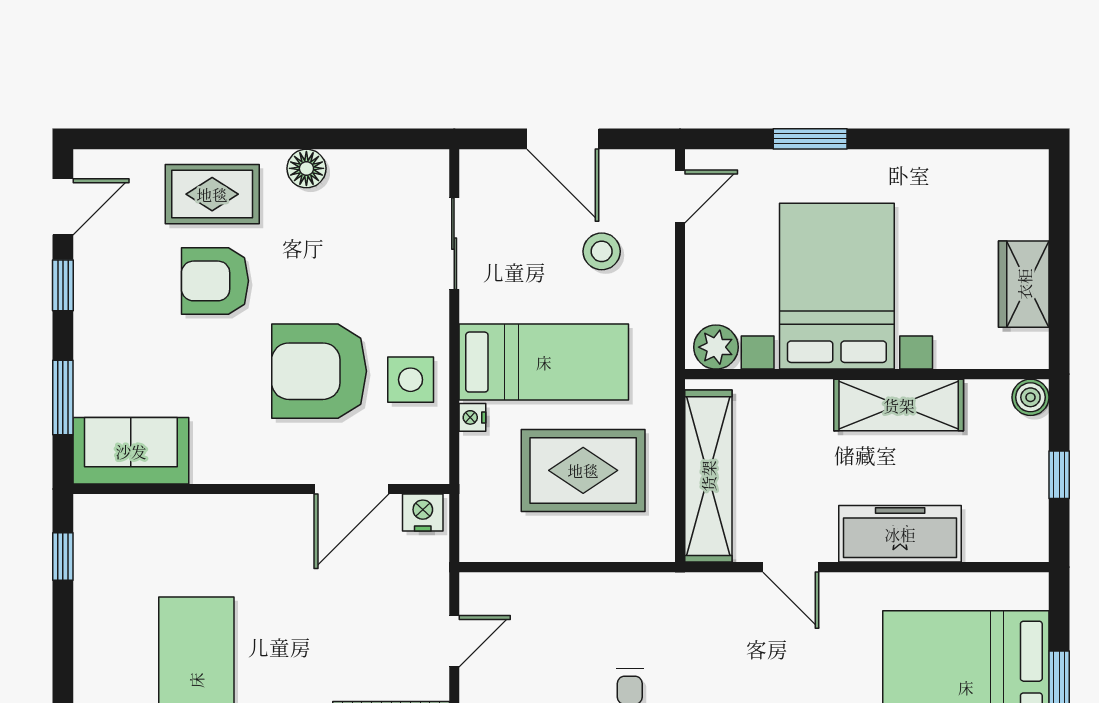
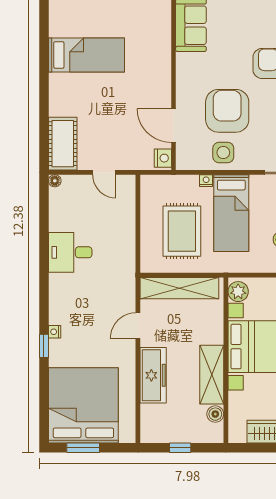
boiler: (1030, 397) -> (215, 414), moved

